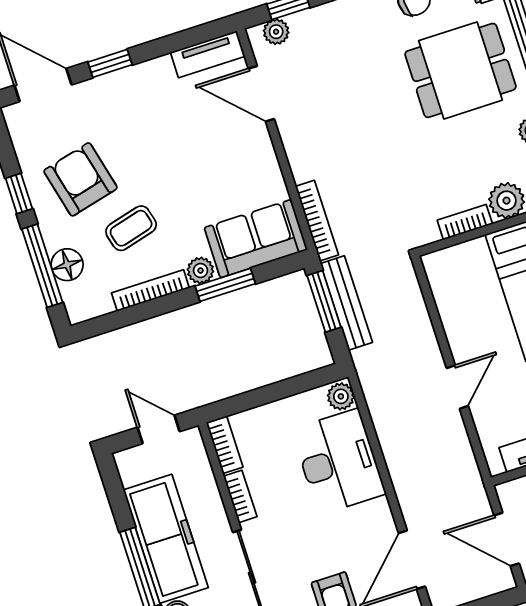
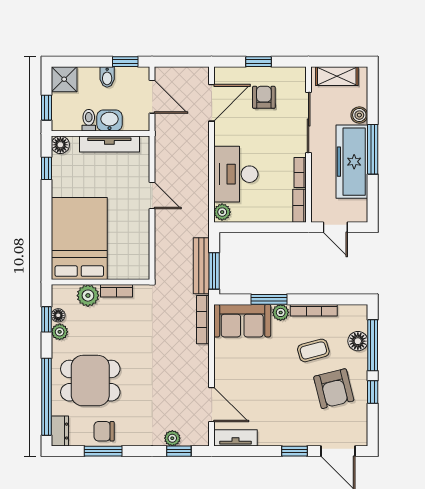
plant: (276, 32) -> (172, 438), moved
door: (457, 387) -> (152, 196), swing flipped

